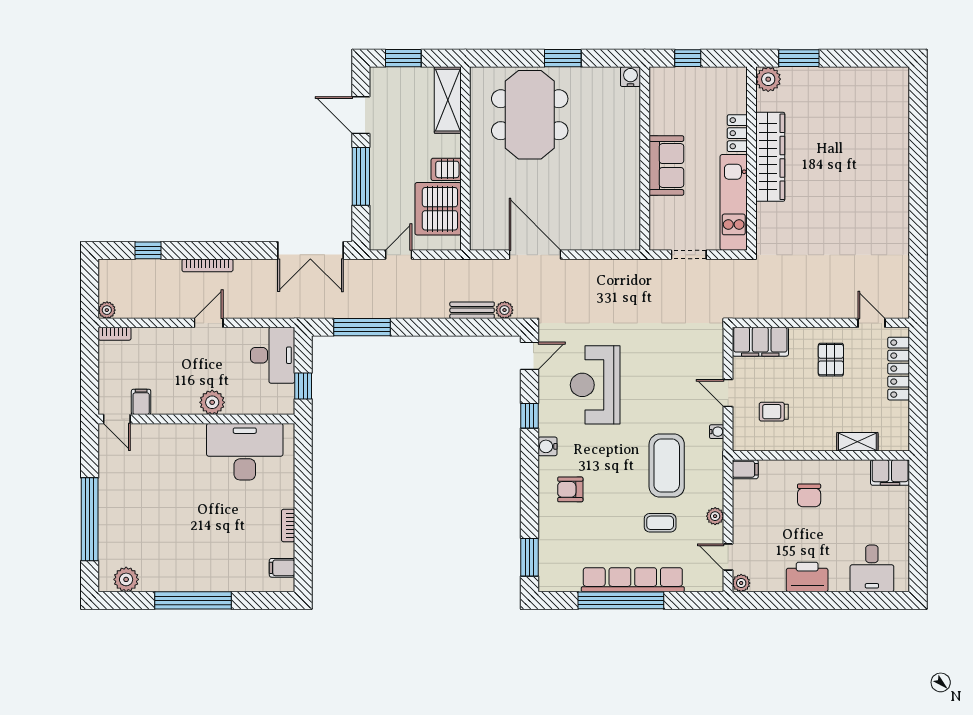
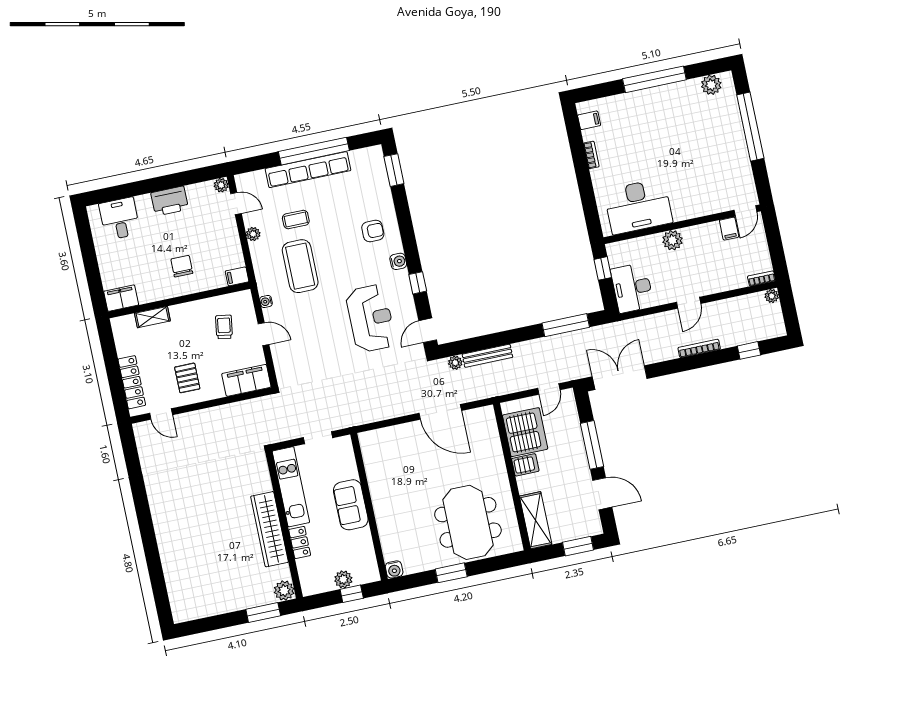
plant: (694, 78) -> (343, 579), added
bench: (472, 310) -> (487, 356), width x1.36
trolley: (774, 412) -> (224, 327), turned -81
door: (117, 419) -> (745, 211), swing flipped

